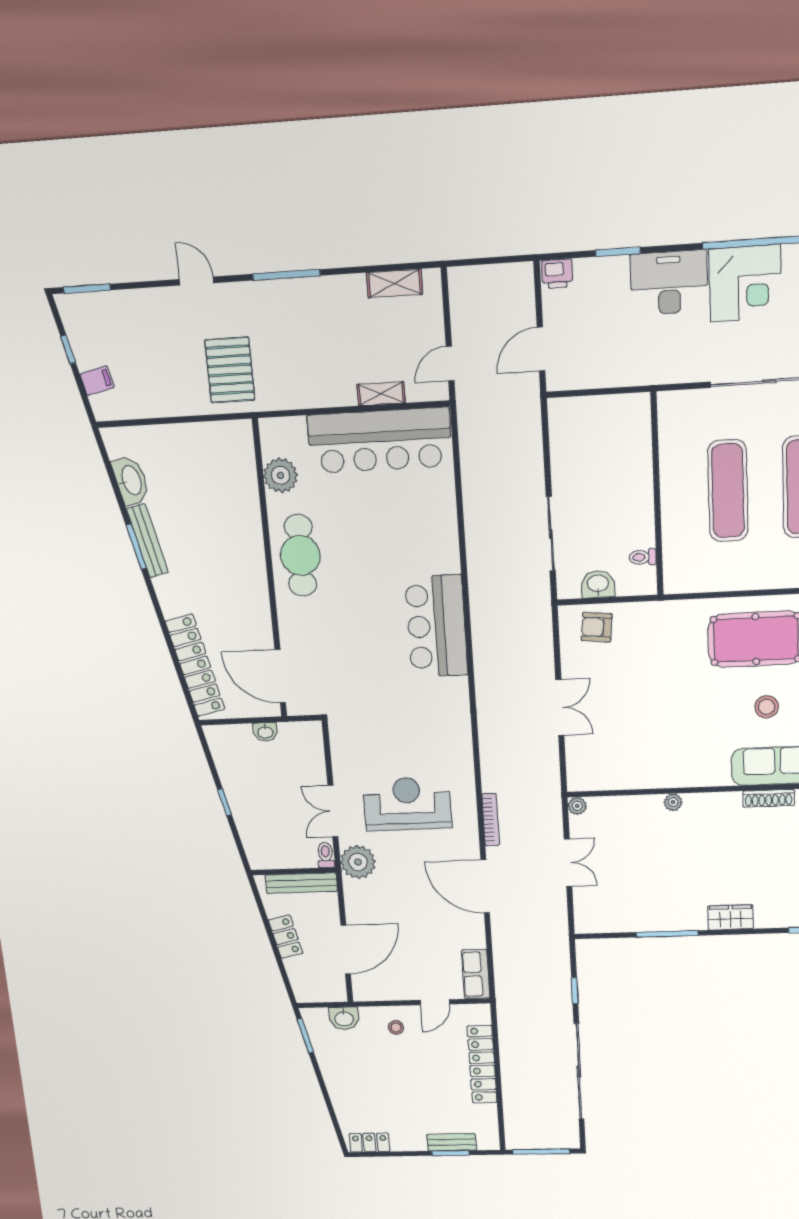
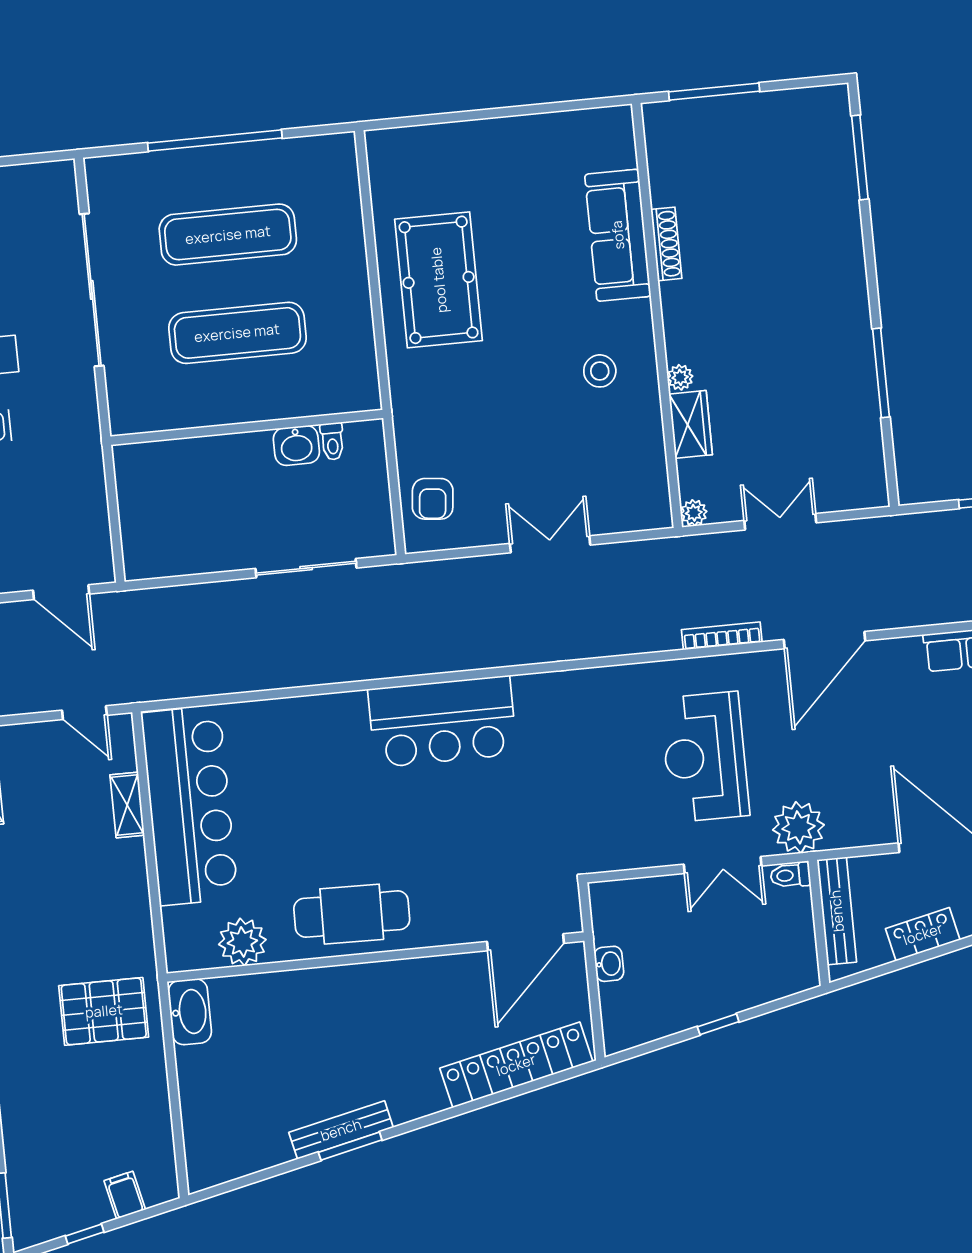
washbasin: (131, 480) -> (190, 1012), moved, turned 103
washbasin: (598, 584) -> (296, 445), moved, turned -90
stool: (767, 707) -> (600, 371), moved
wardrobe: (730, 917) -> (691, 424), moved, turned 180

